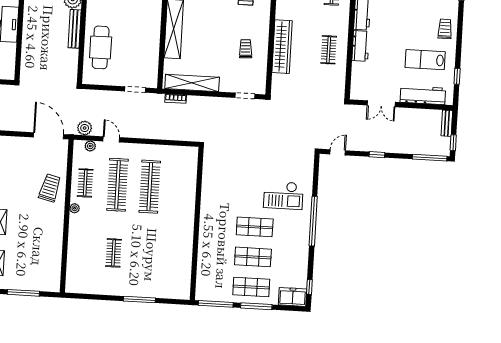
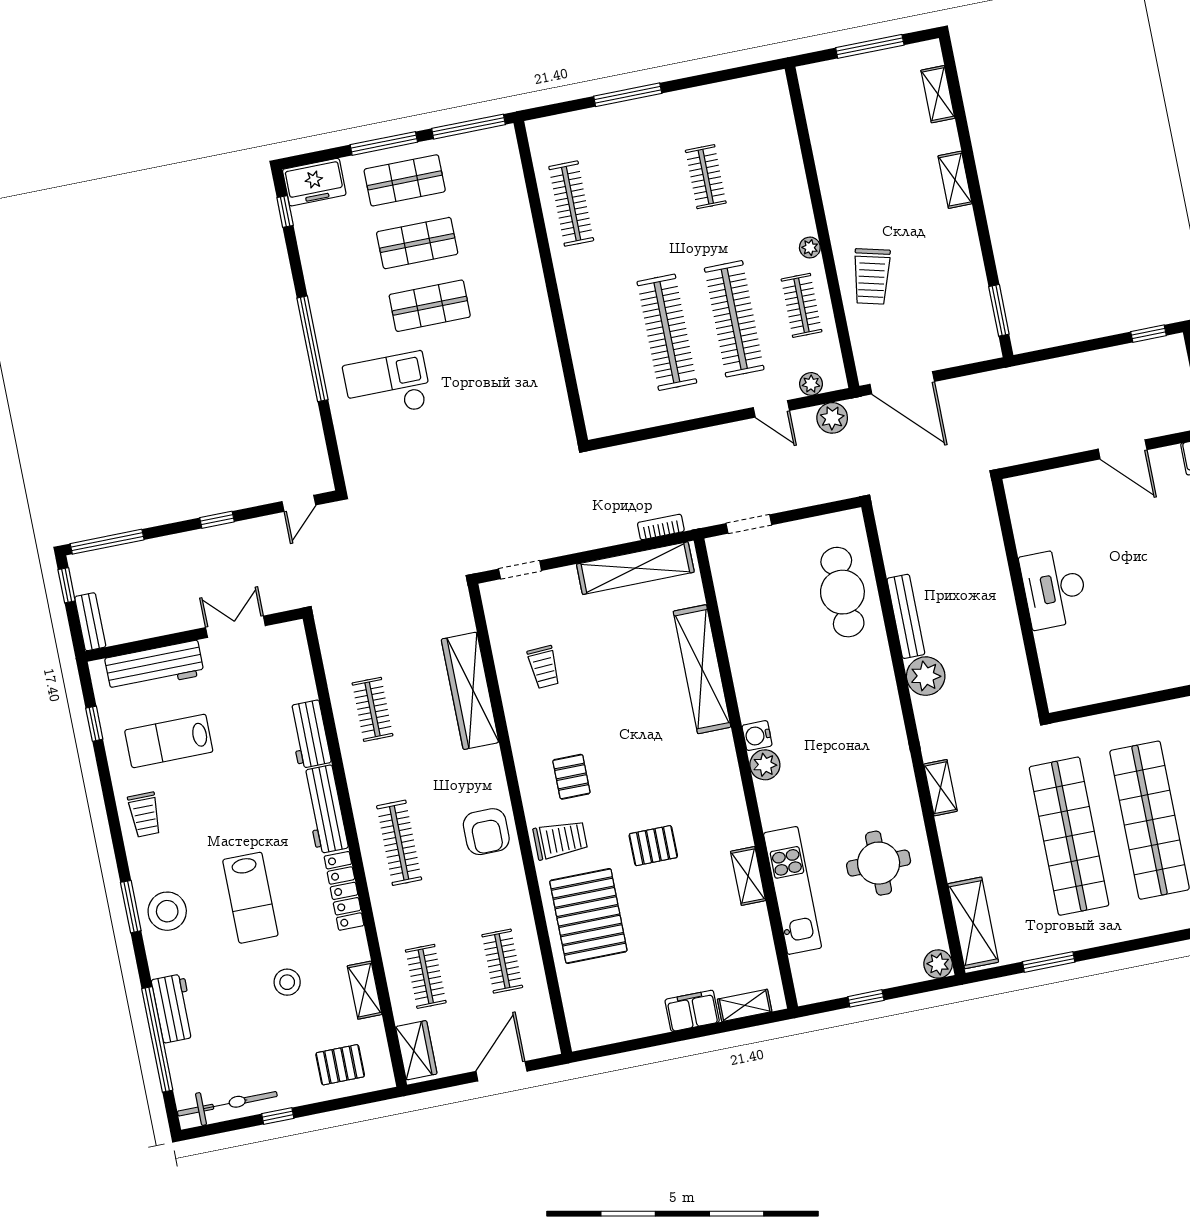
lab bench: (425, 60) -> (169, 741), turned 180
clothes rail: (178, 257) -> (571, 204), added

